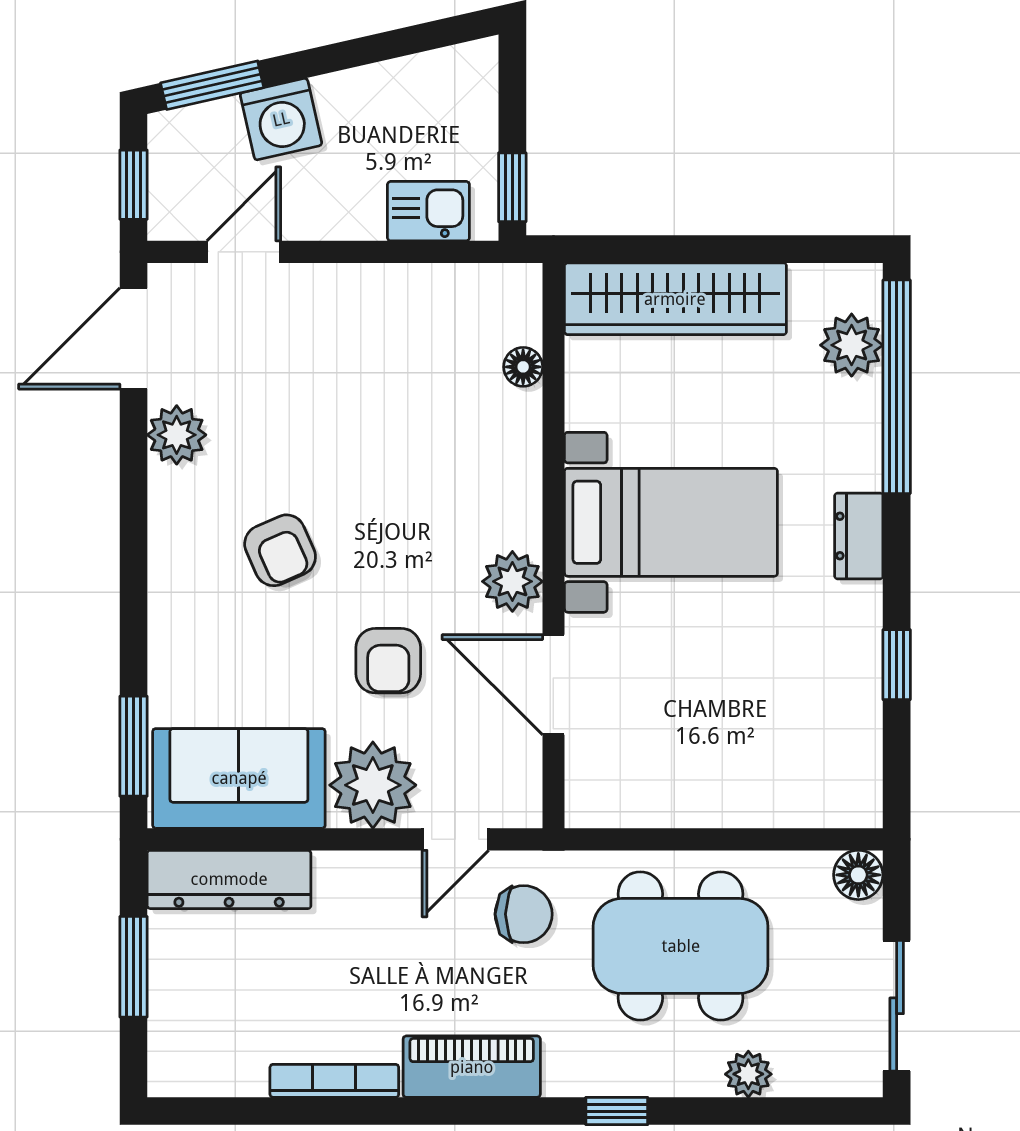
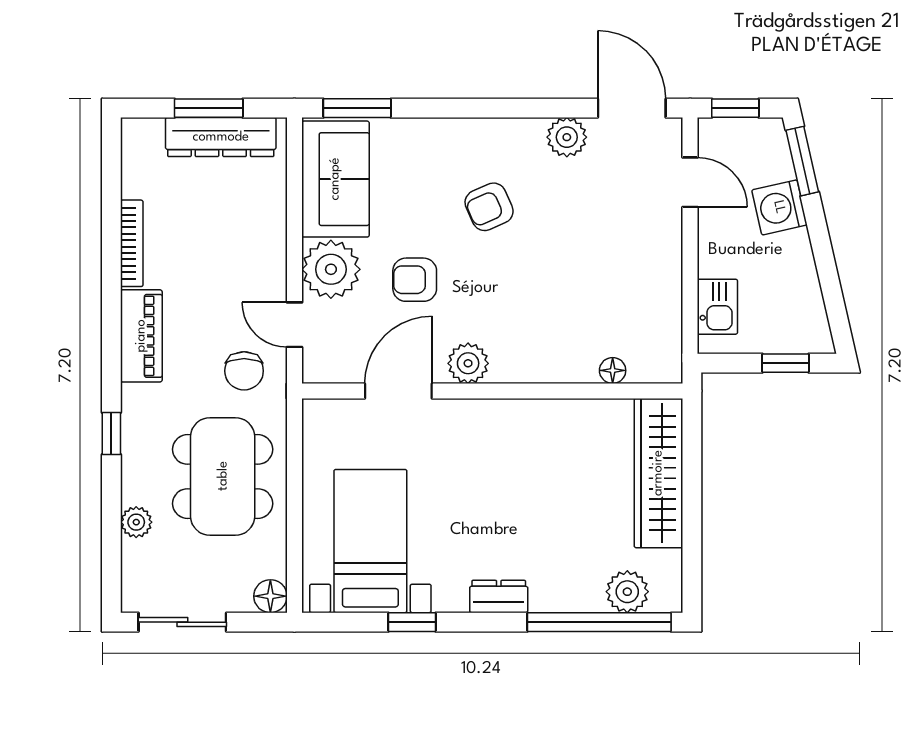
window: (512, 187) -> (785, 363), moved
bed with nightstands: (671, 522) -> (370, 541), moved, turned 180
dresser: (229, 879) -> (221, 137), moved, turned -90

